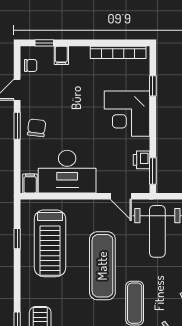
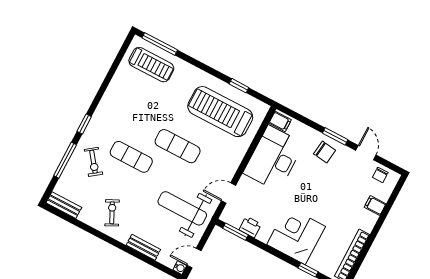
window: (44, 43) -> (393, 197), removed
exercise mat: (102, 266) -> (178, 146), width x0.73, depth x0.69

